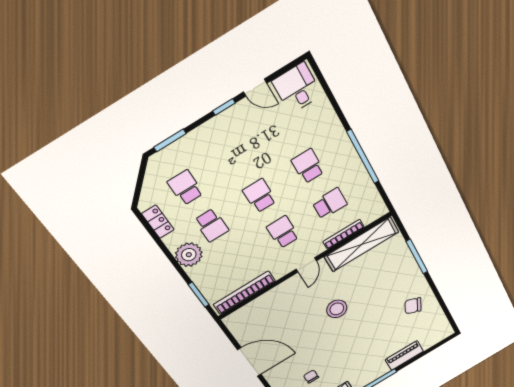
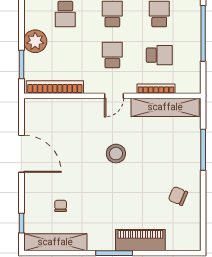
plant: (189, 255) -> (35, 41), moved
piano: (404, 356) -> (140, 240), width x1.37, depth x1.33

